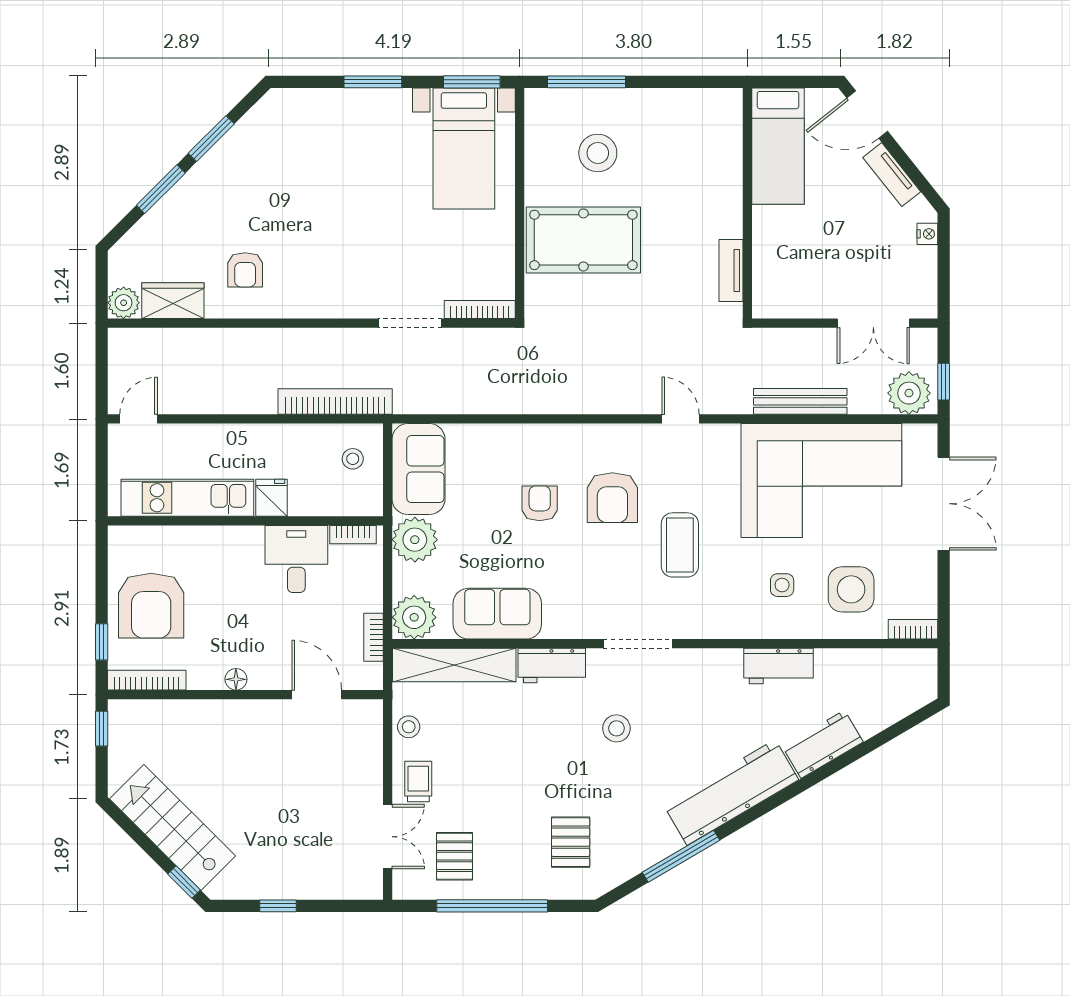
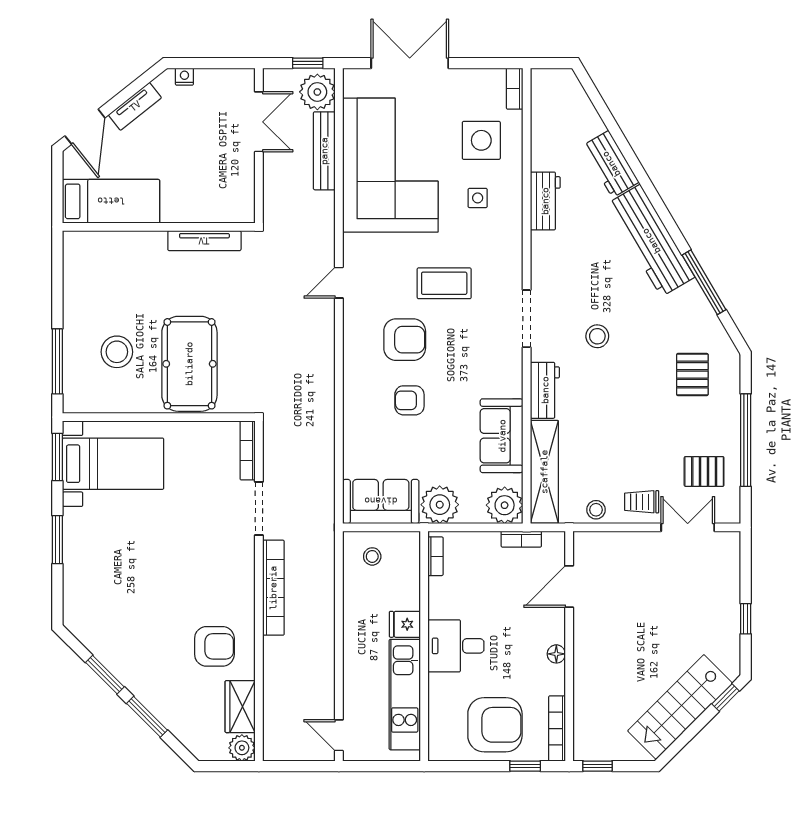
armchair: (245, 270) -> (214, 646), width x1.38, depth x1.38
tv unit: (731, 271) -> (204, 241), width x1.41
bench: (800, 401) -> (324, 151), moved
bookcase: (335, 402) -> (273, 588), moved, turned 180
desk: (296, 559) -> (456, 646), moved
pallet: (571, 842) -> (692, 375), turned 90

